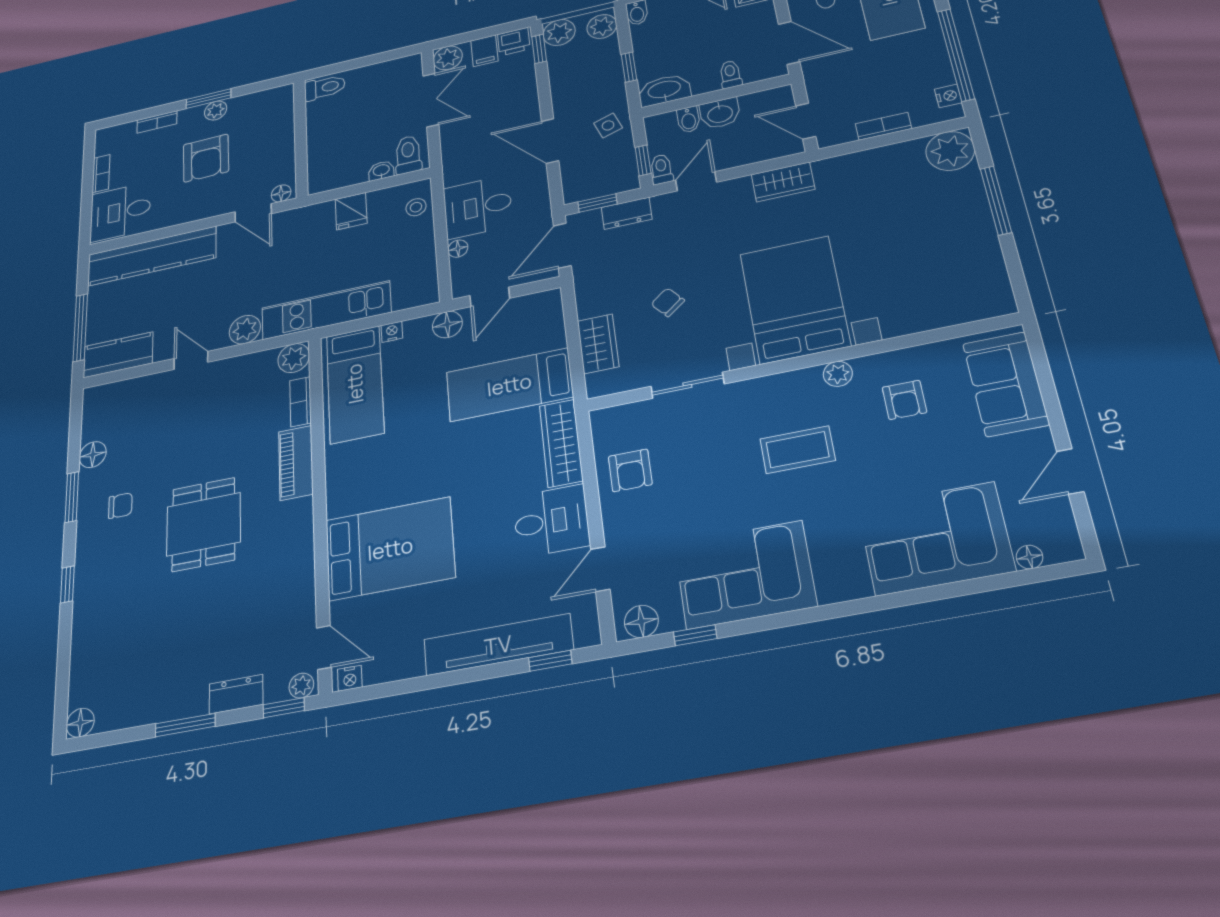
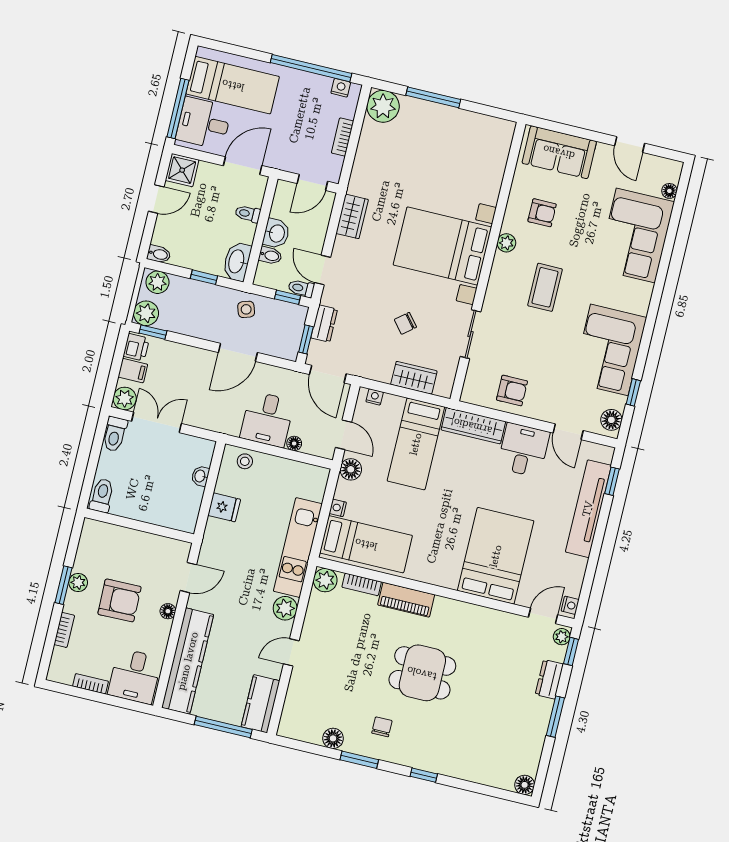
toilet: (408, 155) -> (115, 434), moved, turned -90
floor lamp: (281, 193) -> (168, 611), moved
nightstand: (554, 310) -> (375, 397), added

